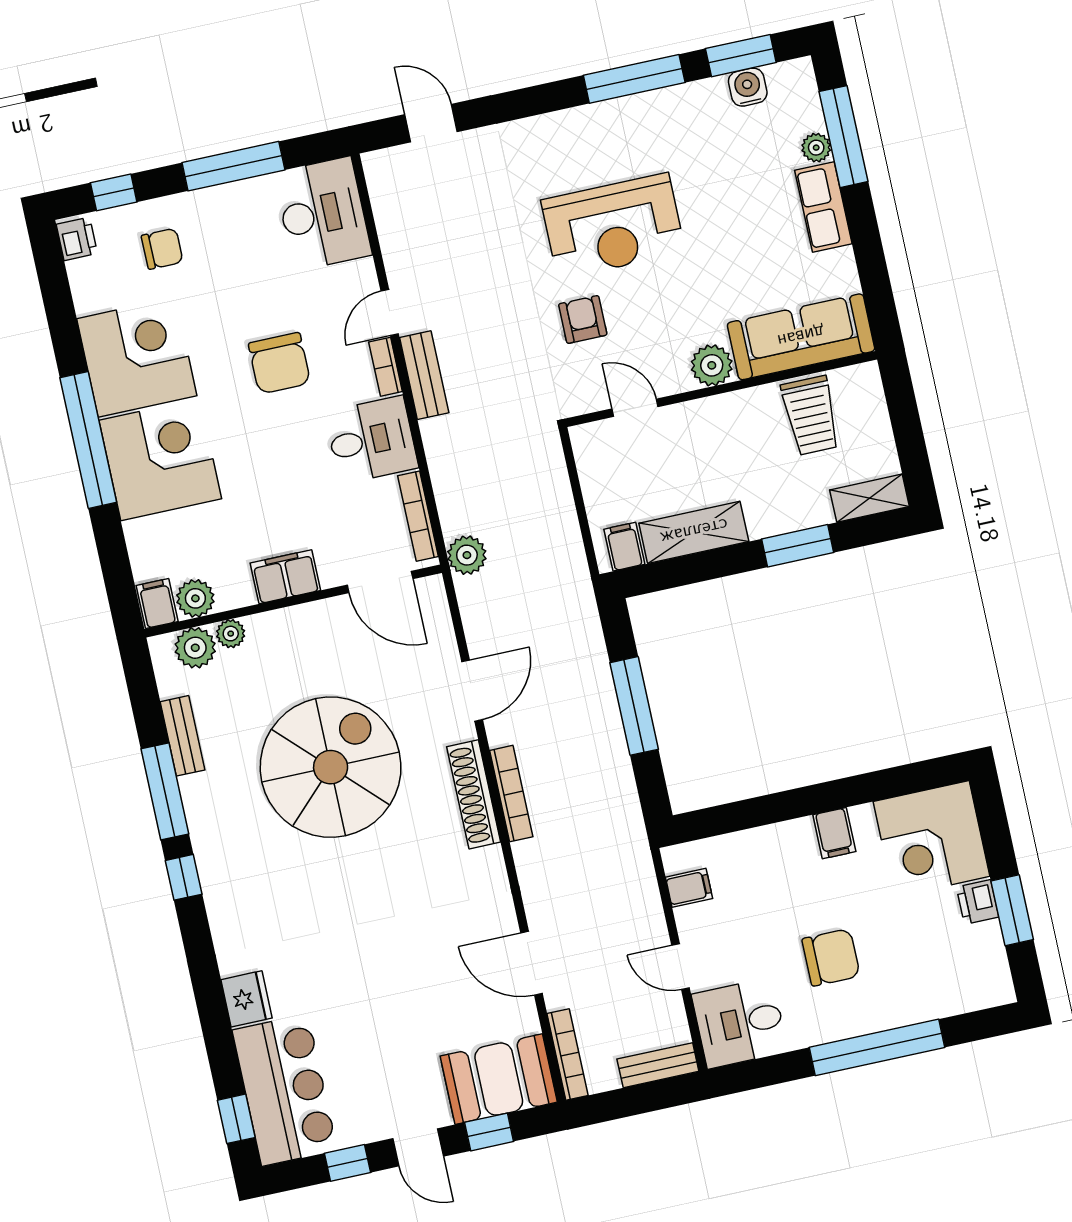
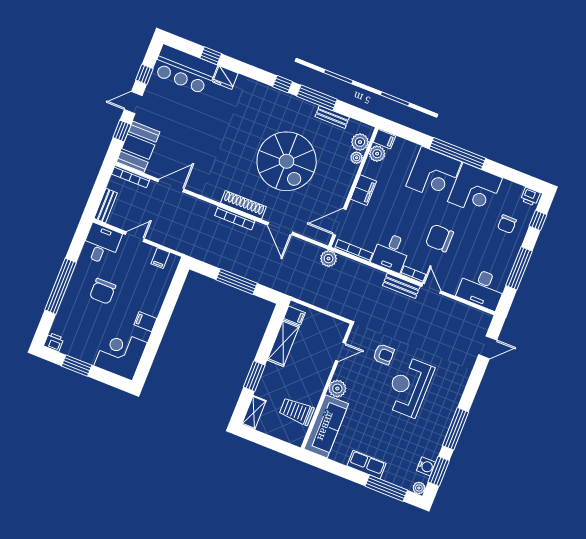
plant: (816, 148) -> (419, 488), moved
printer: (978, 902) -> (54, 342), moved
window: (236, 1119) -> (211, 56), moved

